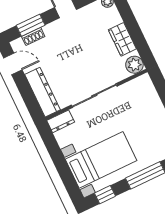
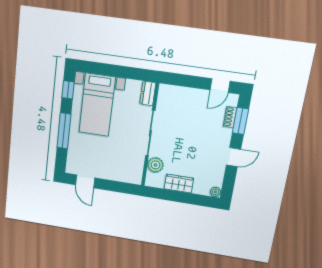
plant: (134, 65) -> (155, 165), moved
dresser: (42, 92) -> (181, 94), removed

